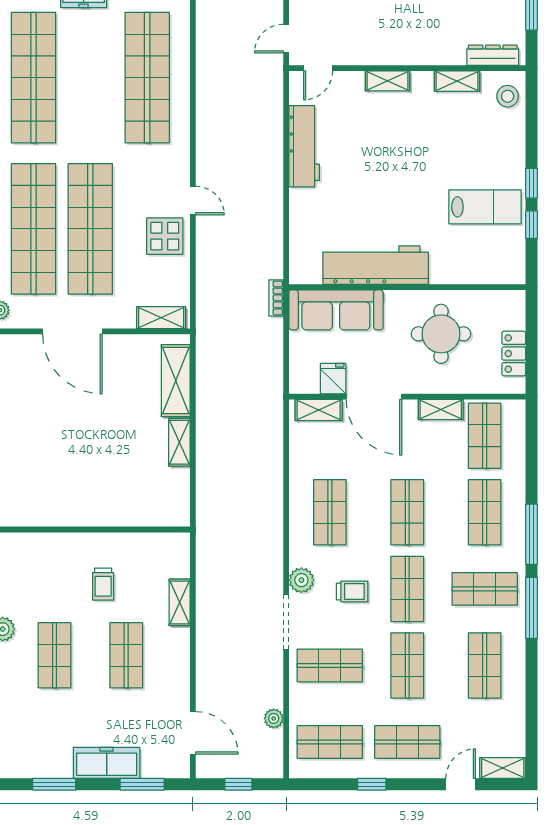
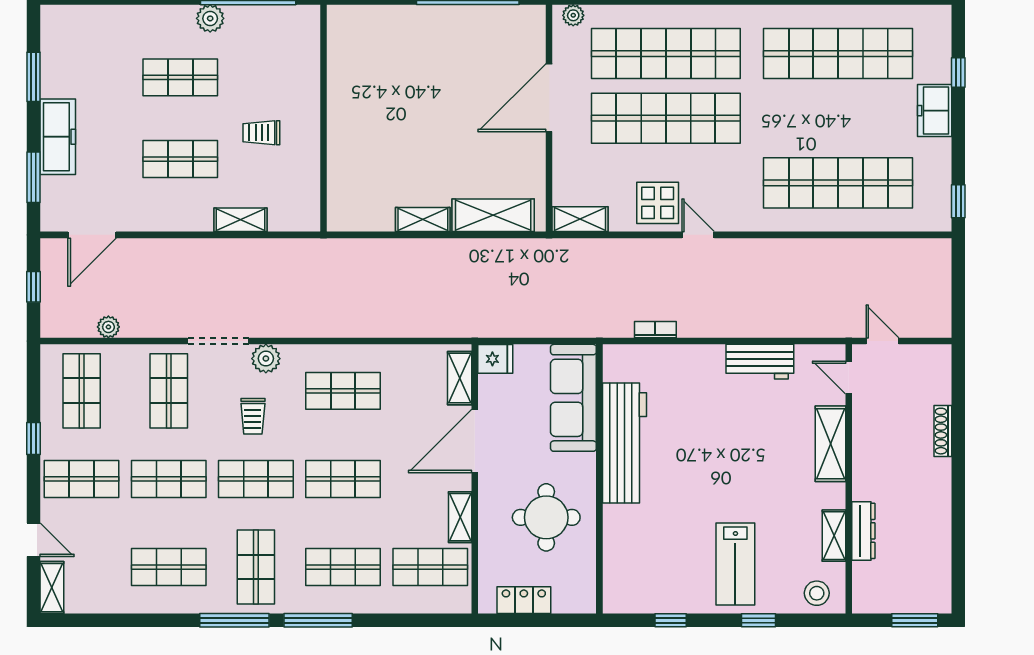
dresser: (493, 55) -> (863, 531), moved
shelving: (387, 81) -> (830, 444), width x1.50, depth x1.33
workbench: (304, 146) -> (760, 362), width x0.73
window: (531, 183) -> (758, 620), moved
door: (193, 201) -> (698, 235), swing flipped
lab bench: (485, 207) -> (735, 564), moved
bookcase: (276, 298) -> (655, 330), moved
shelving: (161, 318) -> (580, 219), moved, turned 90
fridge: (333, 379) -> (495, 359), moved
shop shelf: (407, 742) -> (82, 479), turned 90

